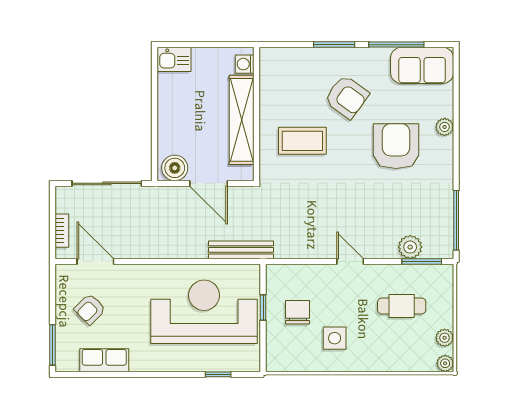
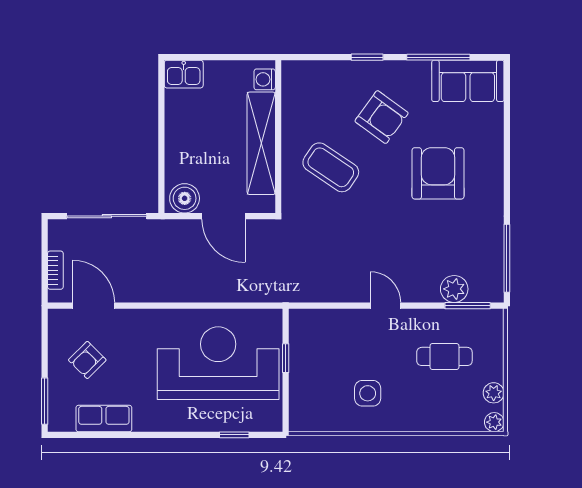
window: (334, 45) -> (367, 57), width x0.67
plant: (445, 127) -> (494, 151), removed
coffee table: (302, 141) -> (331, 167), turned 34
bench: (241, 250) -> (261, 292), removed
chair: (298, 312) -> (325, 364), removed

